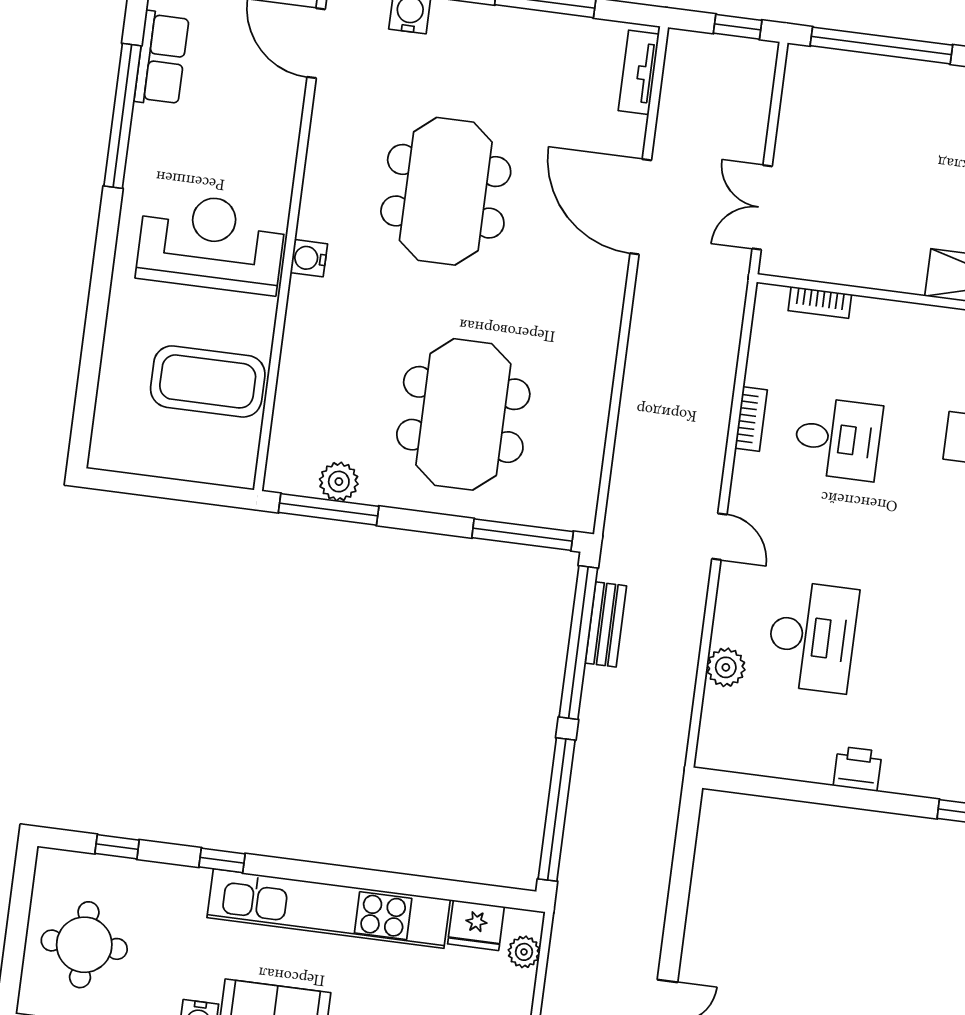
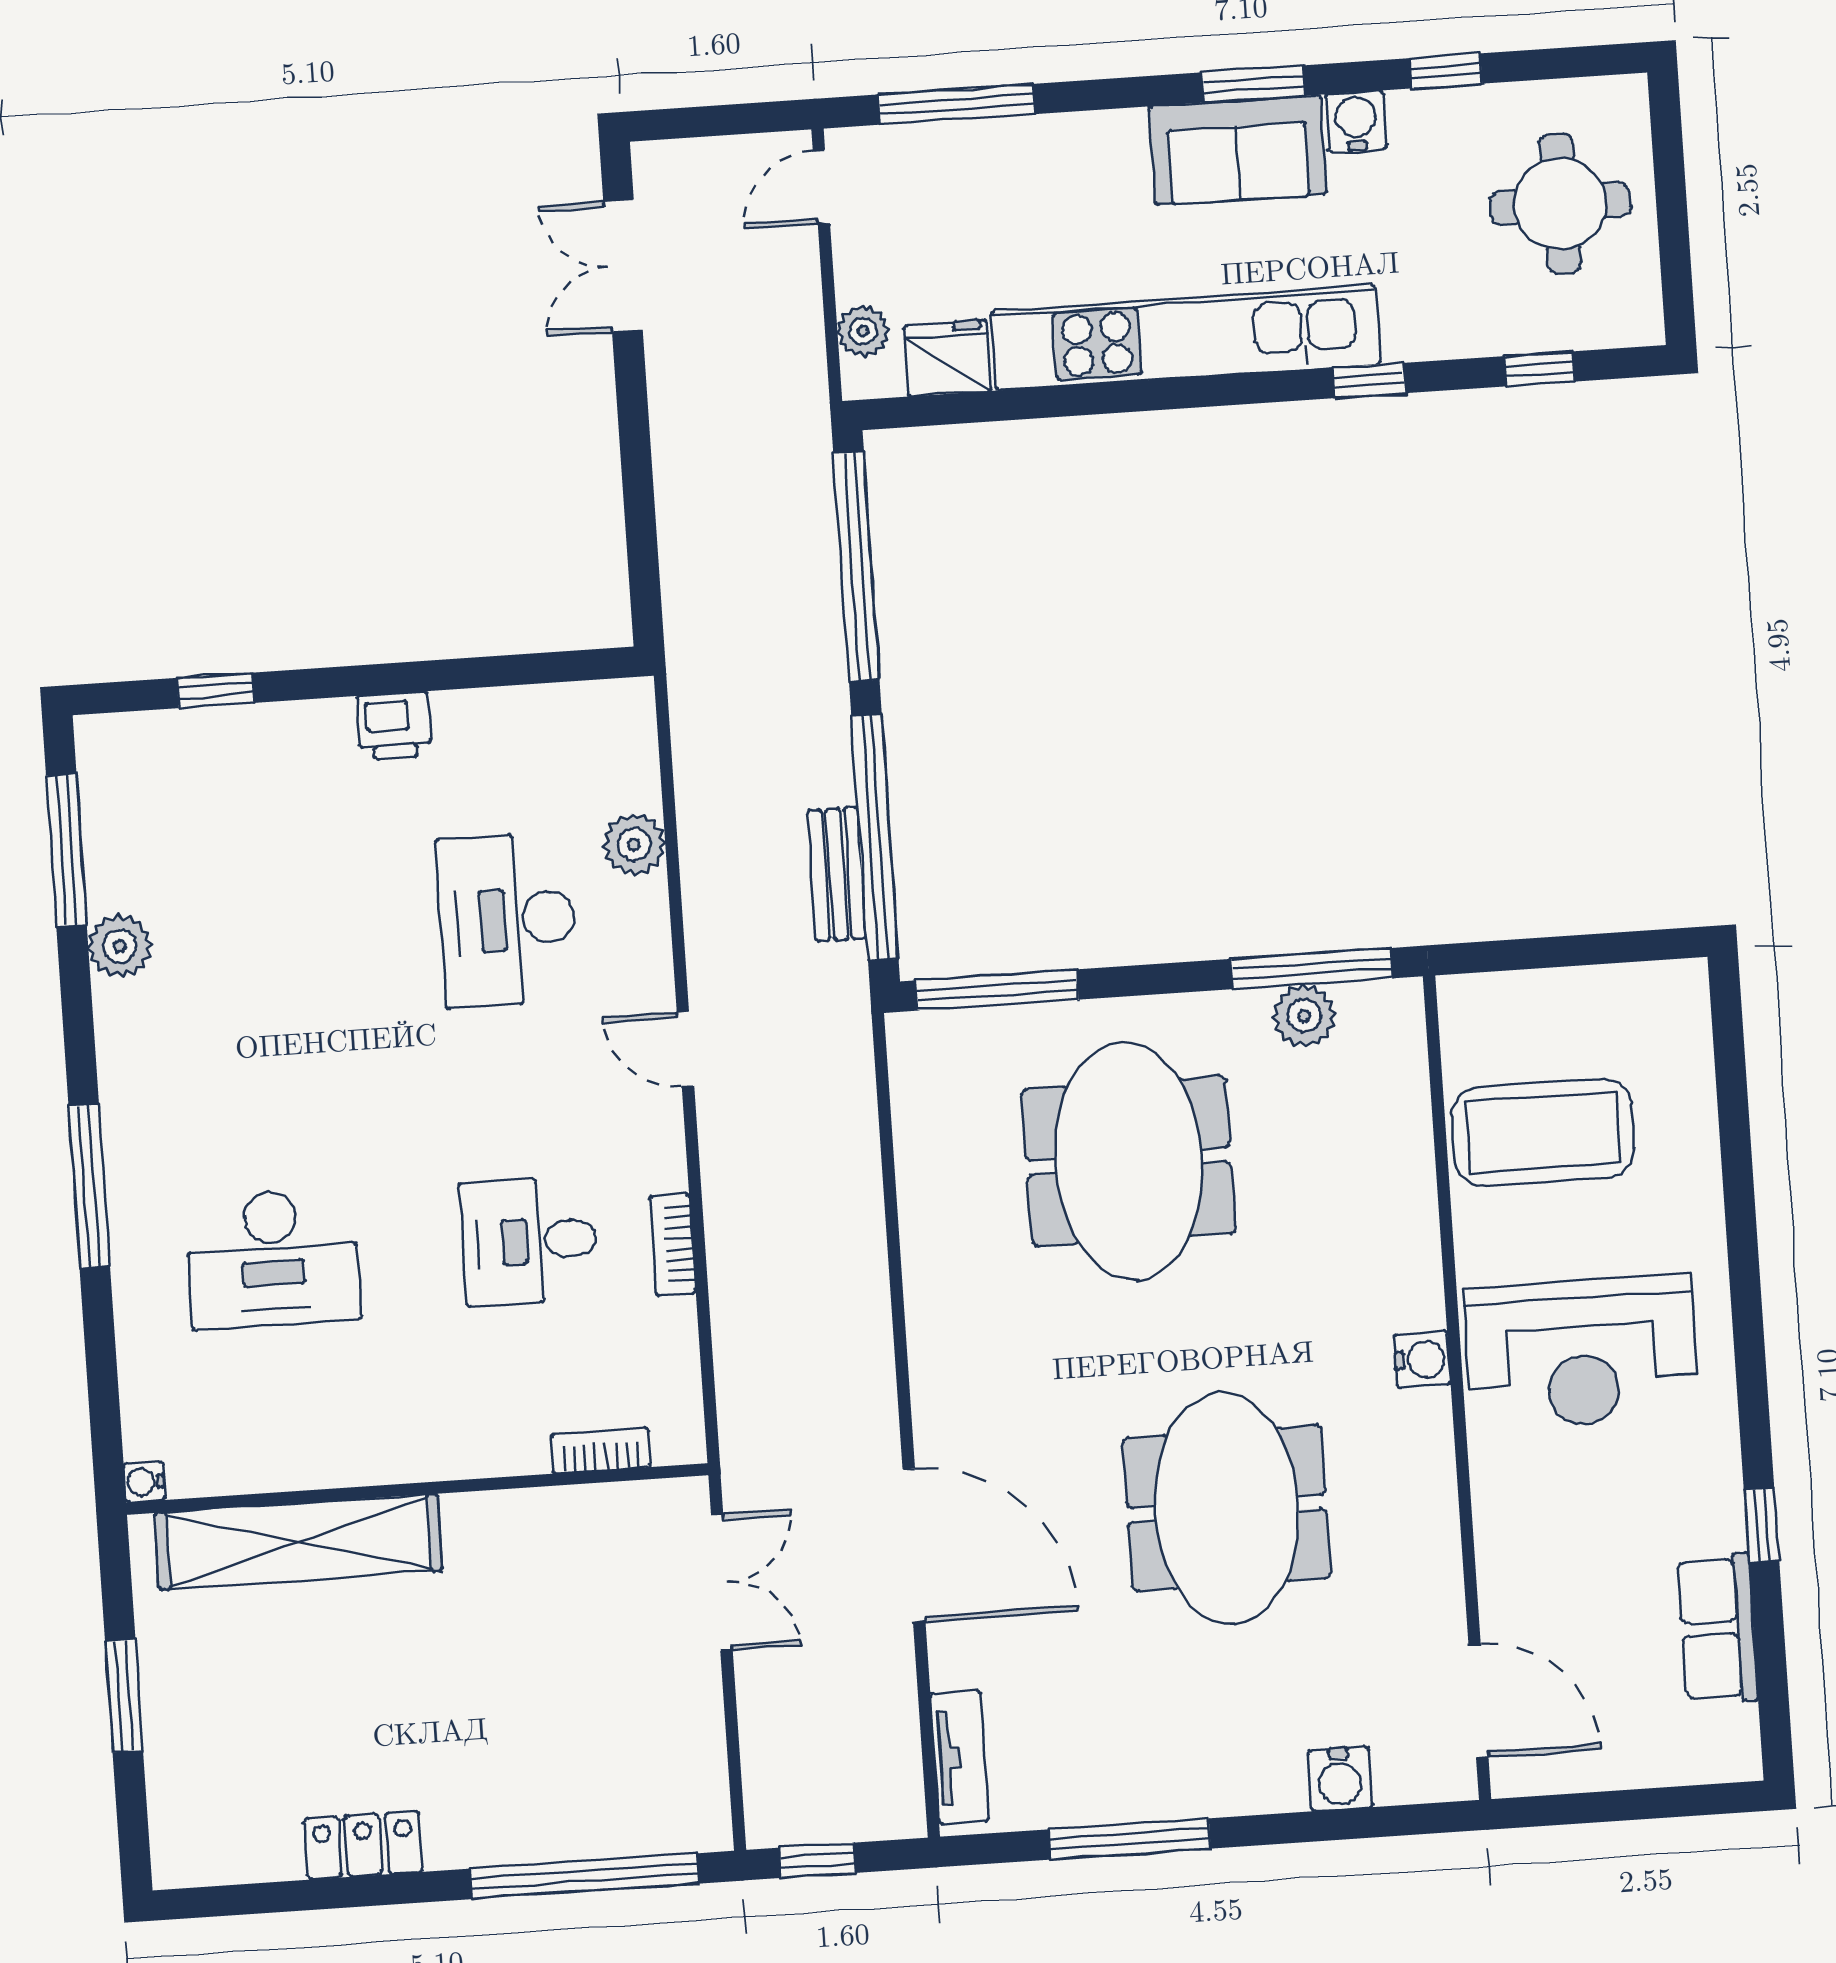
window: (122, 116) -> (1762, 1525), width x0.32

